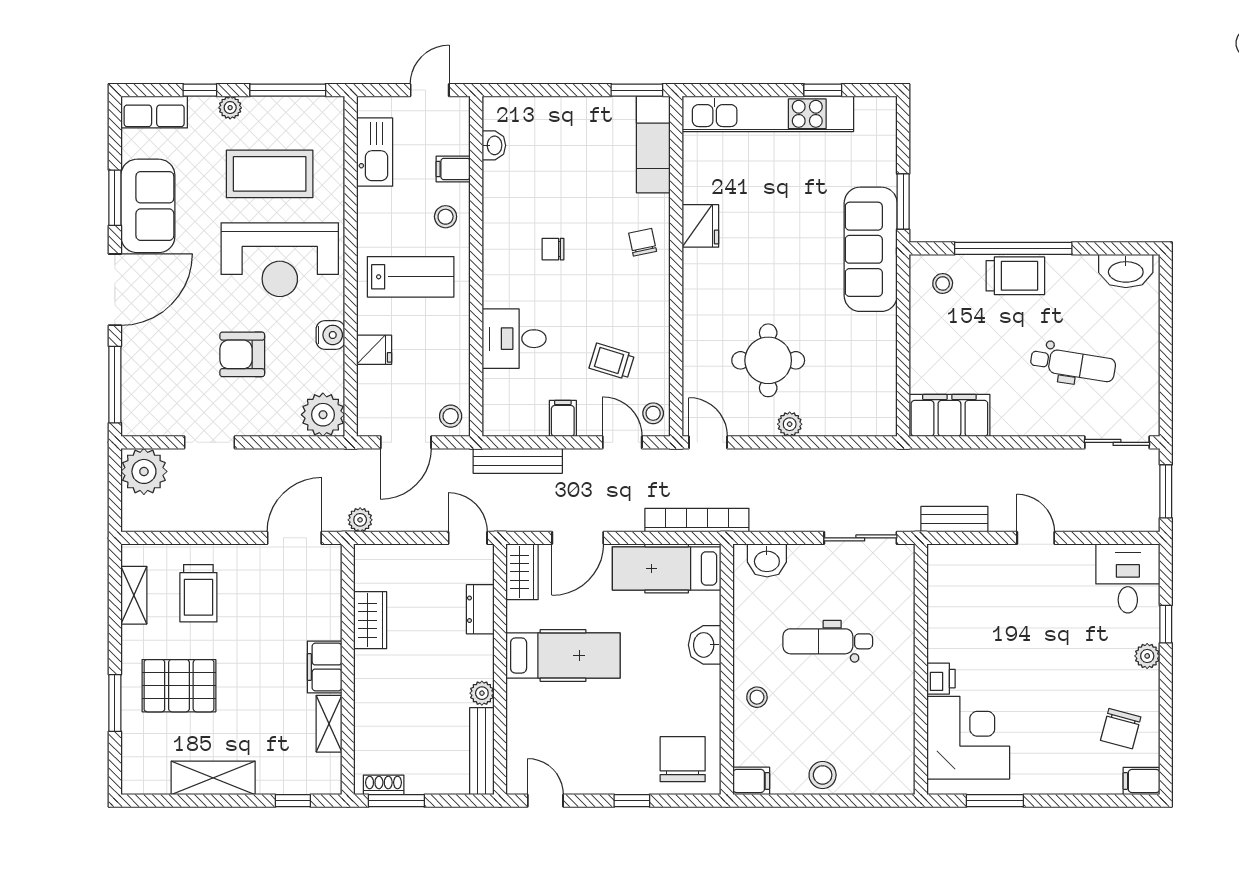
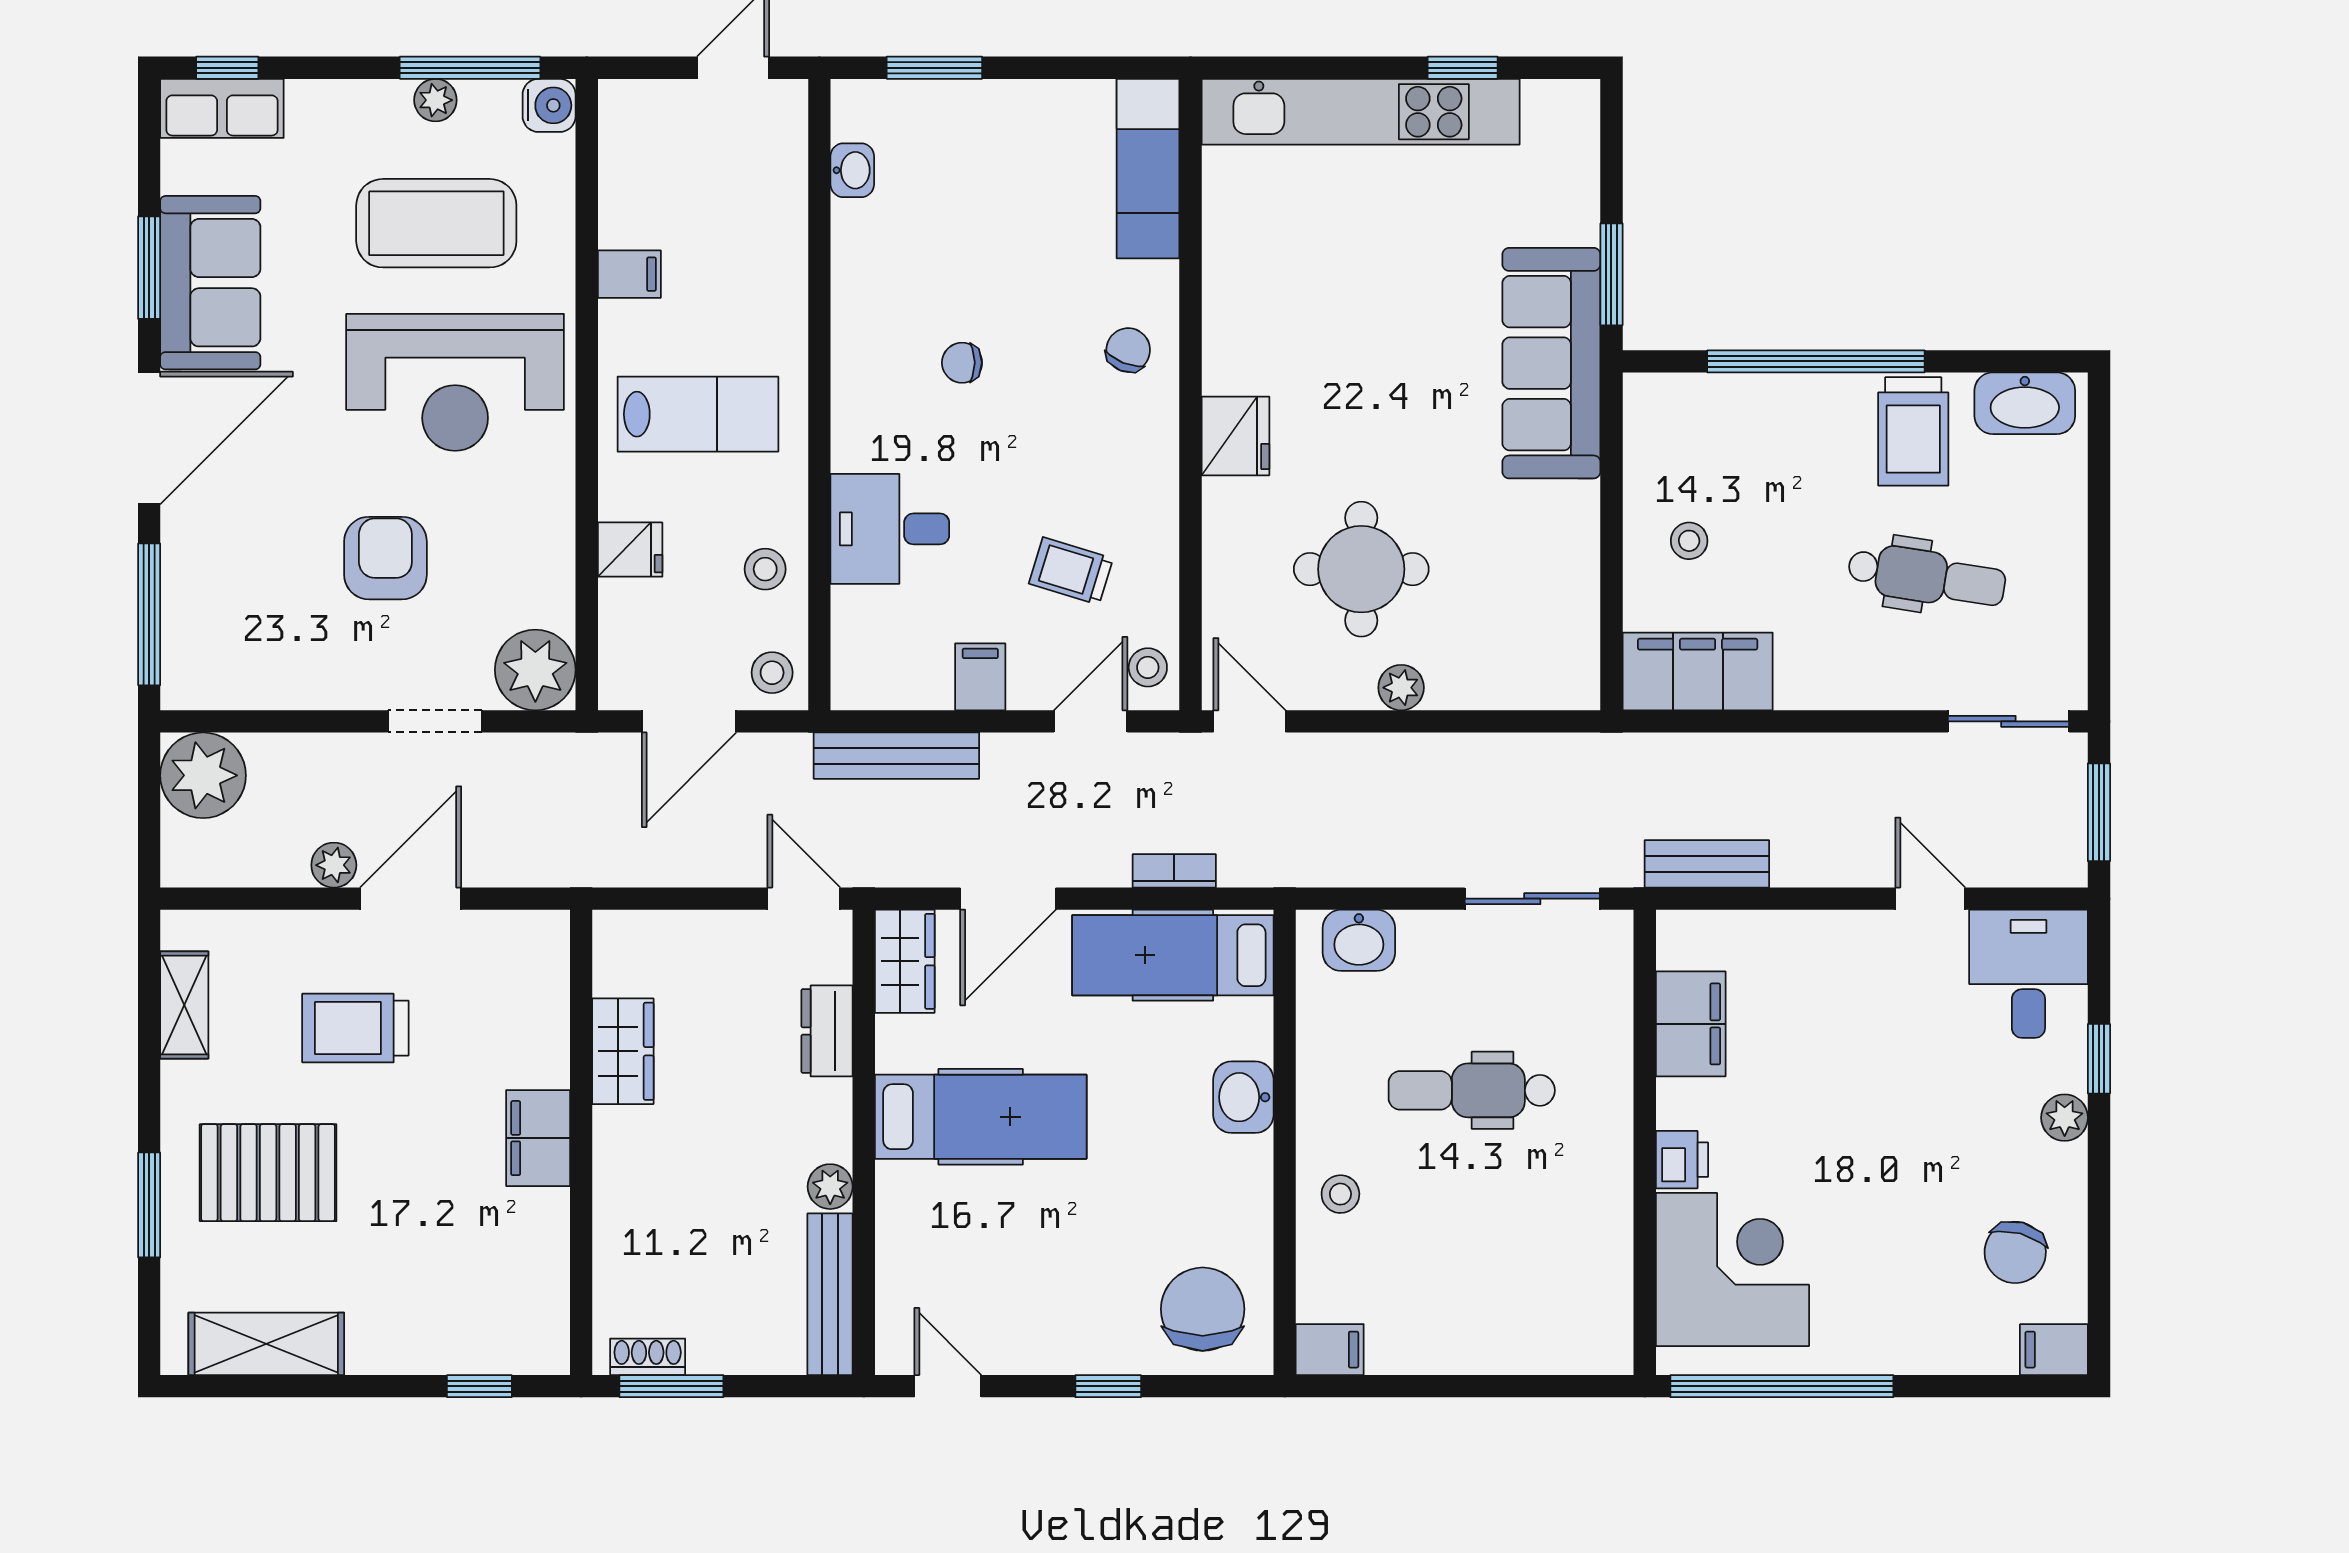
window: (200, 90) -> (227, 68), moved
window: (637, 90) -> (934, 68), moved
plant: (230, 108) -> (435, 100), moved
kitchen sink: (375, 152) -> (631, 183), removed
filing cabinet: (453, 169) -> (629, 274), moved, turned 180
stool: (446, 217) -> (765, 569), moved
fridge: (700, 226) -> (1235, 436), moved
chair: (643, 242) -> (1128, 350), turned 34
trolley: (1015, 276) -> (1913, 431), moved, turned 90
stool: (943, 283) -> (1689, 541), moved
water cooler: (330, 335) -> (549, 105), moved
armchair: (242, 354) -> (385, 558), turned 90
doorway: (209, 442) -> (435, 721), moved
door: (622, 442) -> (1091, 721), hinge flipped
plant: (360, 520) -> (334, 865), moved
bookcase: (697, 520) -> (1174, 871), width x0.43, depth x0.76
door: (294, 538) -> (411, 899), moved
door: (1036, 538) -> (1930, 899), moved
trolley: (198, 593) -> (355, 1028), moved, turned 90
filing cabinet: (946, 605) -> (1691, 1024), added
shelving: (329, 724) -> (546, 1243), removed
stool: (823, 775) -> (1462, 1338), removed
shelving: (213, 778) -> (266, 1344), moved
window: (995, 801) -> (1782, 1386), width x2.11

